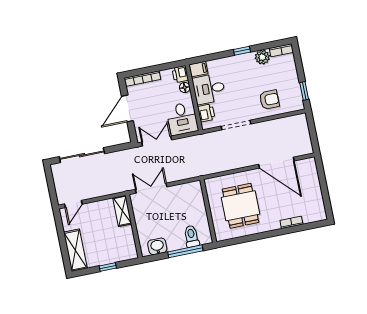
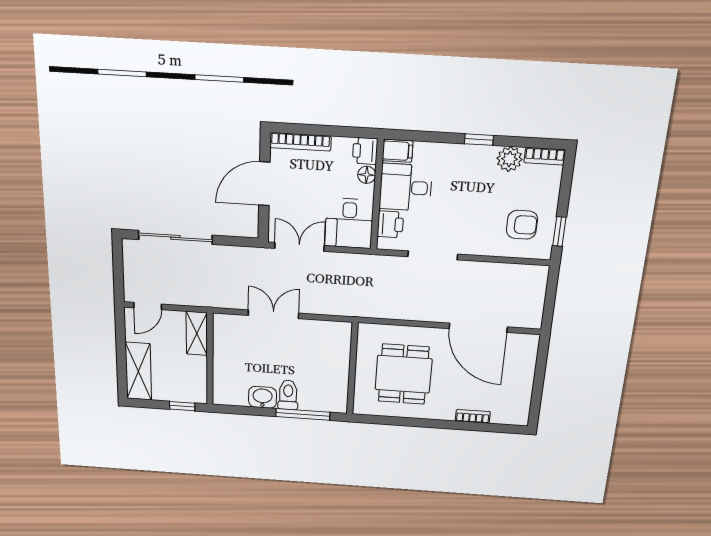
armchair: (269, 100) -> (522, 225), moved
shelving: (122, 211) -> (197, 333), moved
wall: (134, 226) -> (210, 359), moved
toilet: (191, 236) -> (288, 395), moved

